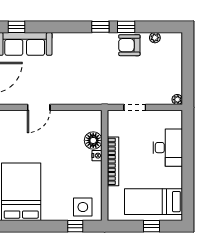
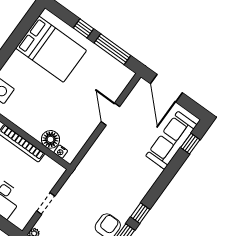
doorway: (135, 107) -> (46, 204), moved
nightstand: (97, 156) -> (61, 152), moved

